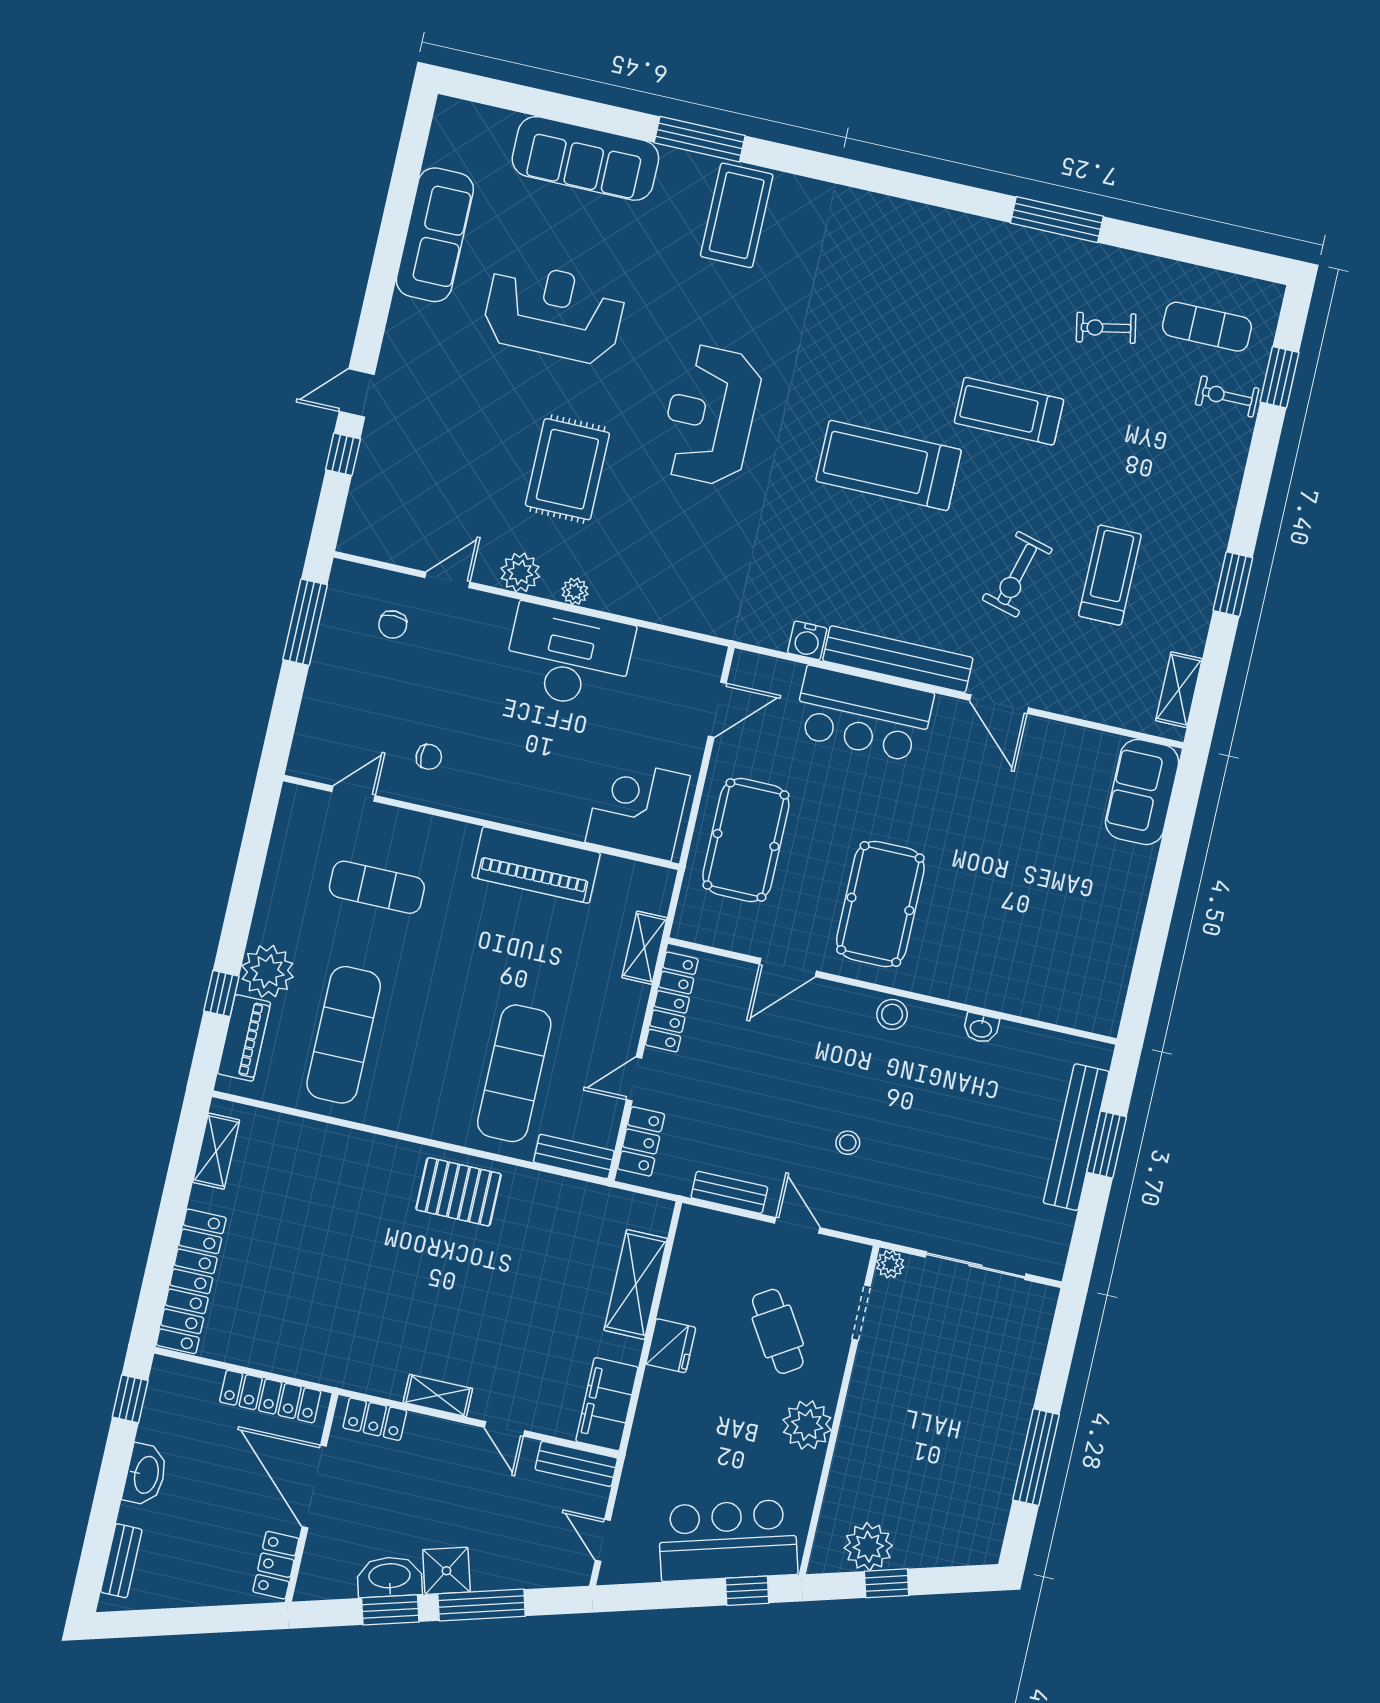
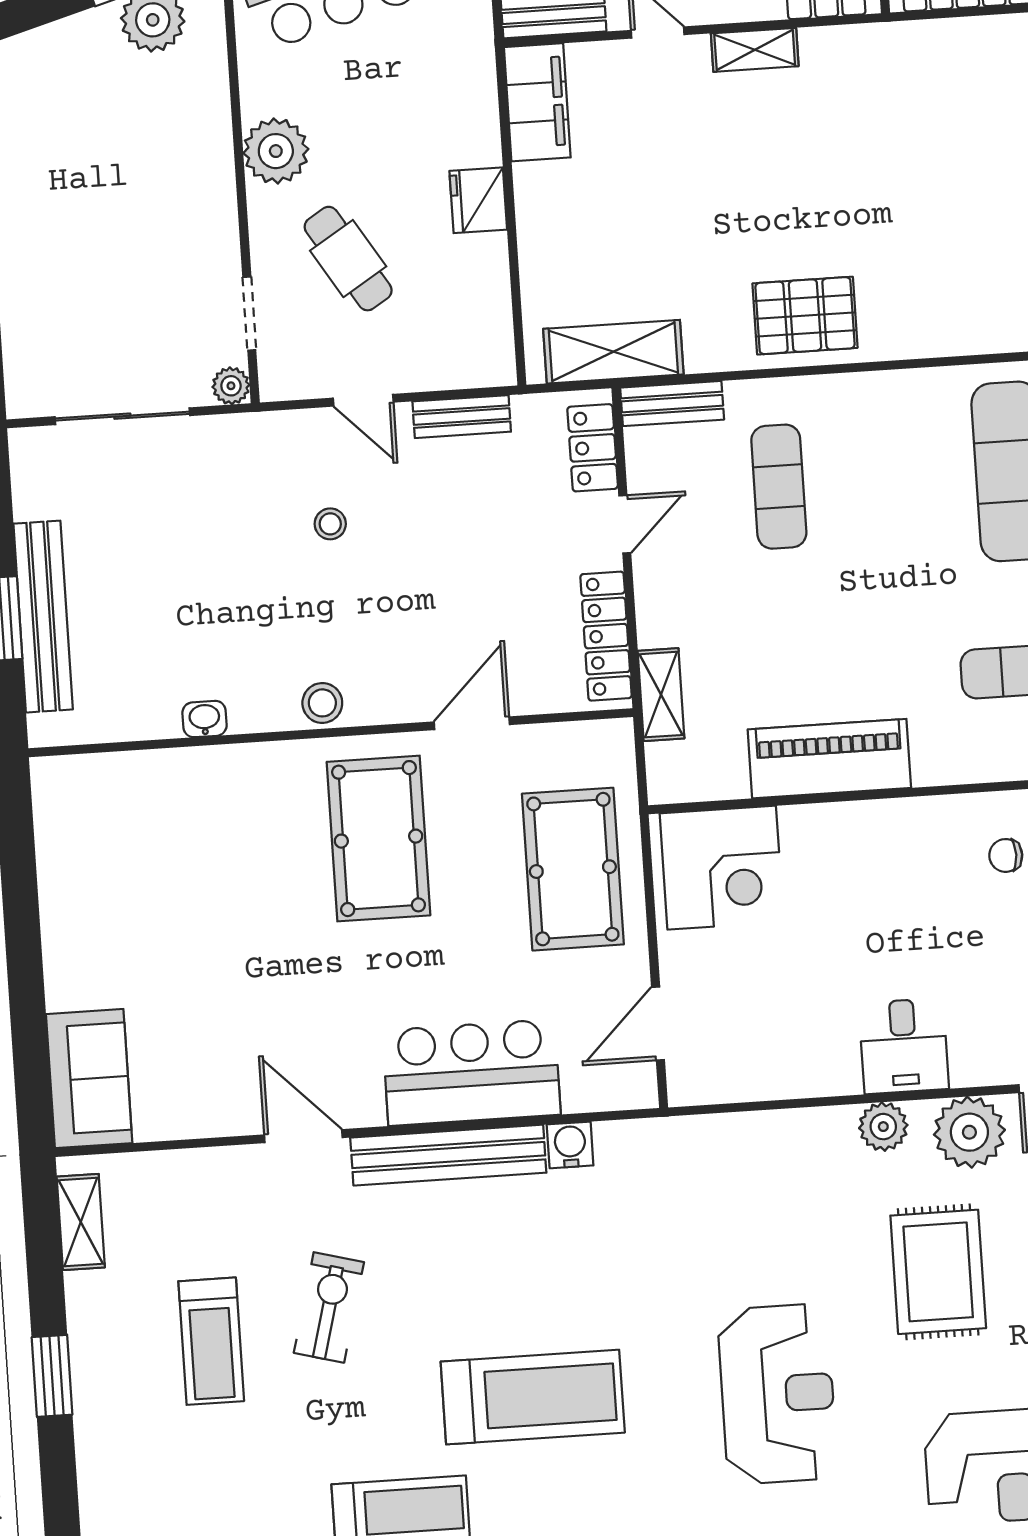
plant: (520, 572) -> (969, 1132), width x1.36, depth x1.36
plant: (575, 591) -> (883, 1127), width x1.38, depth x1.38
desk: (569, 657) -> (904, 1046), width x0.53, depth x0.77
exercise mat: (514, 1073) -> (779, 487), width x0.73, depth x0.69
shelving: (636, 1284) -> (613, 352), moved, turned 90

